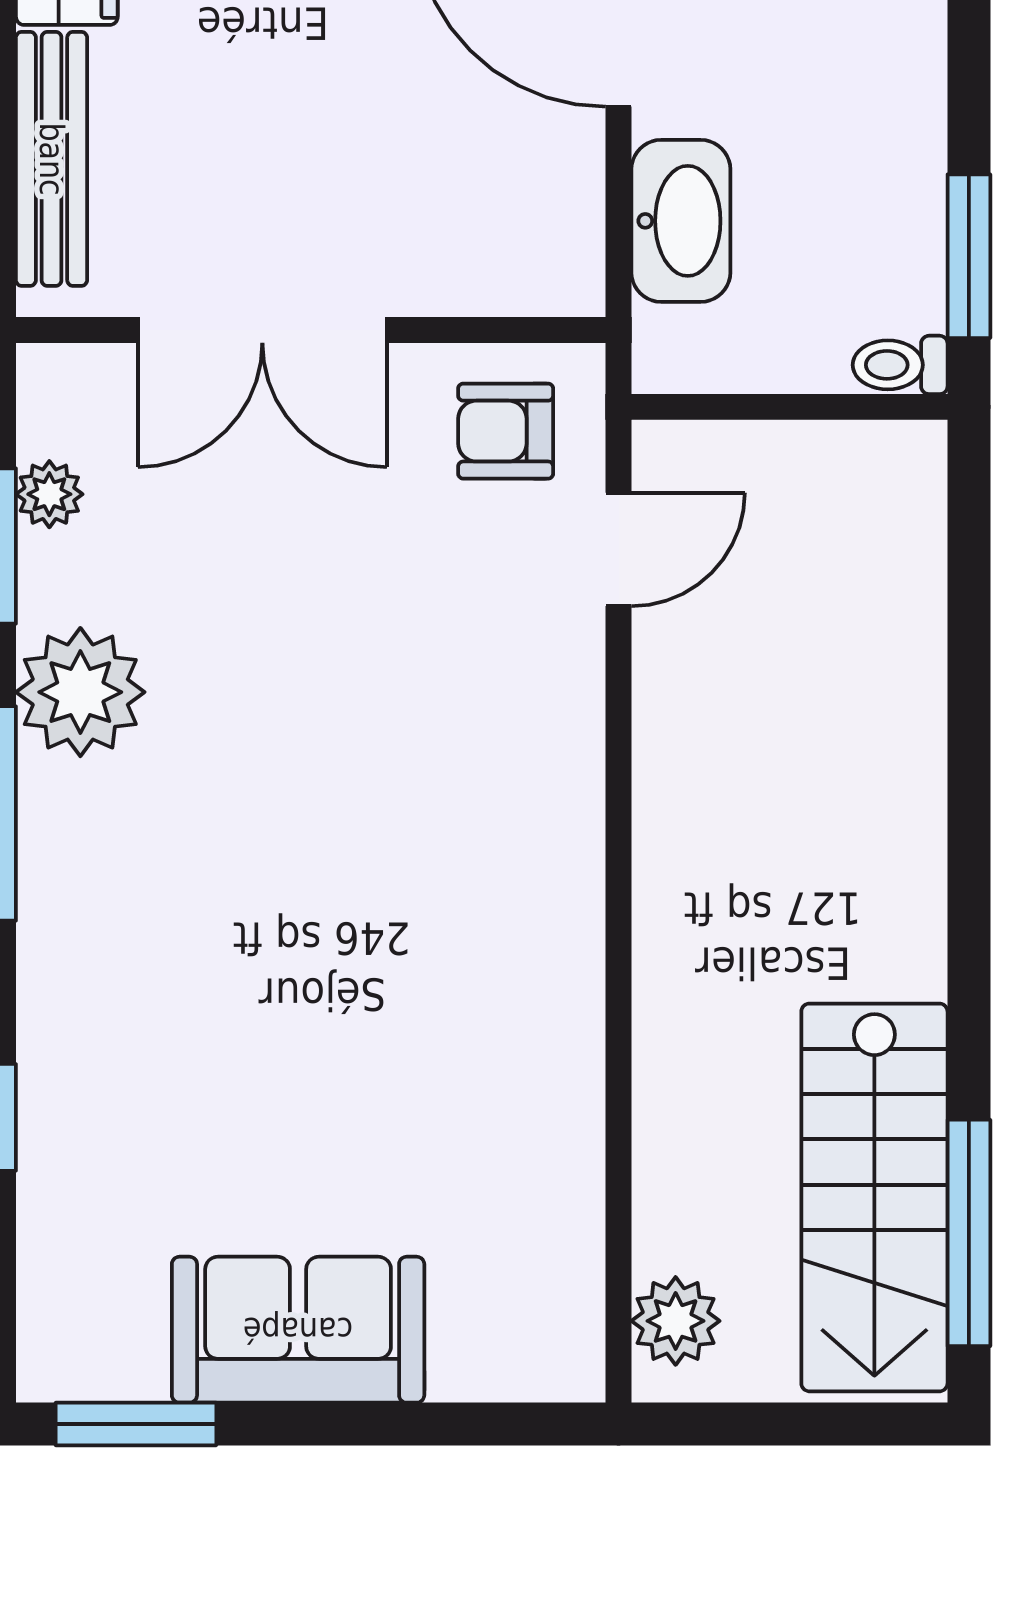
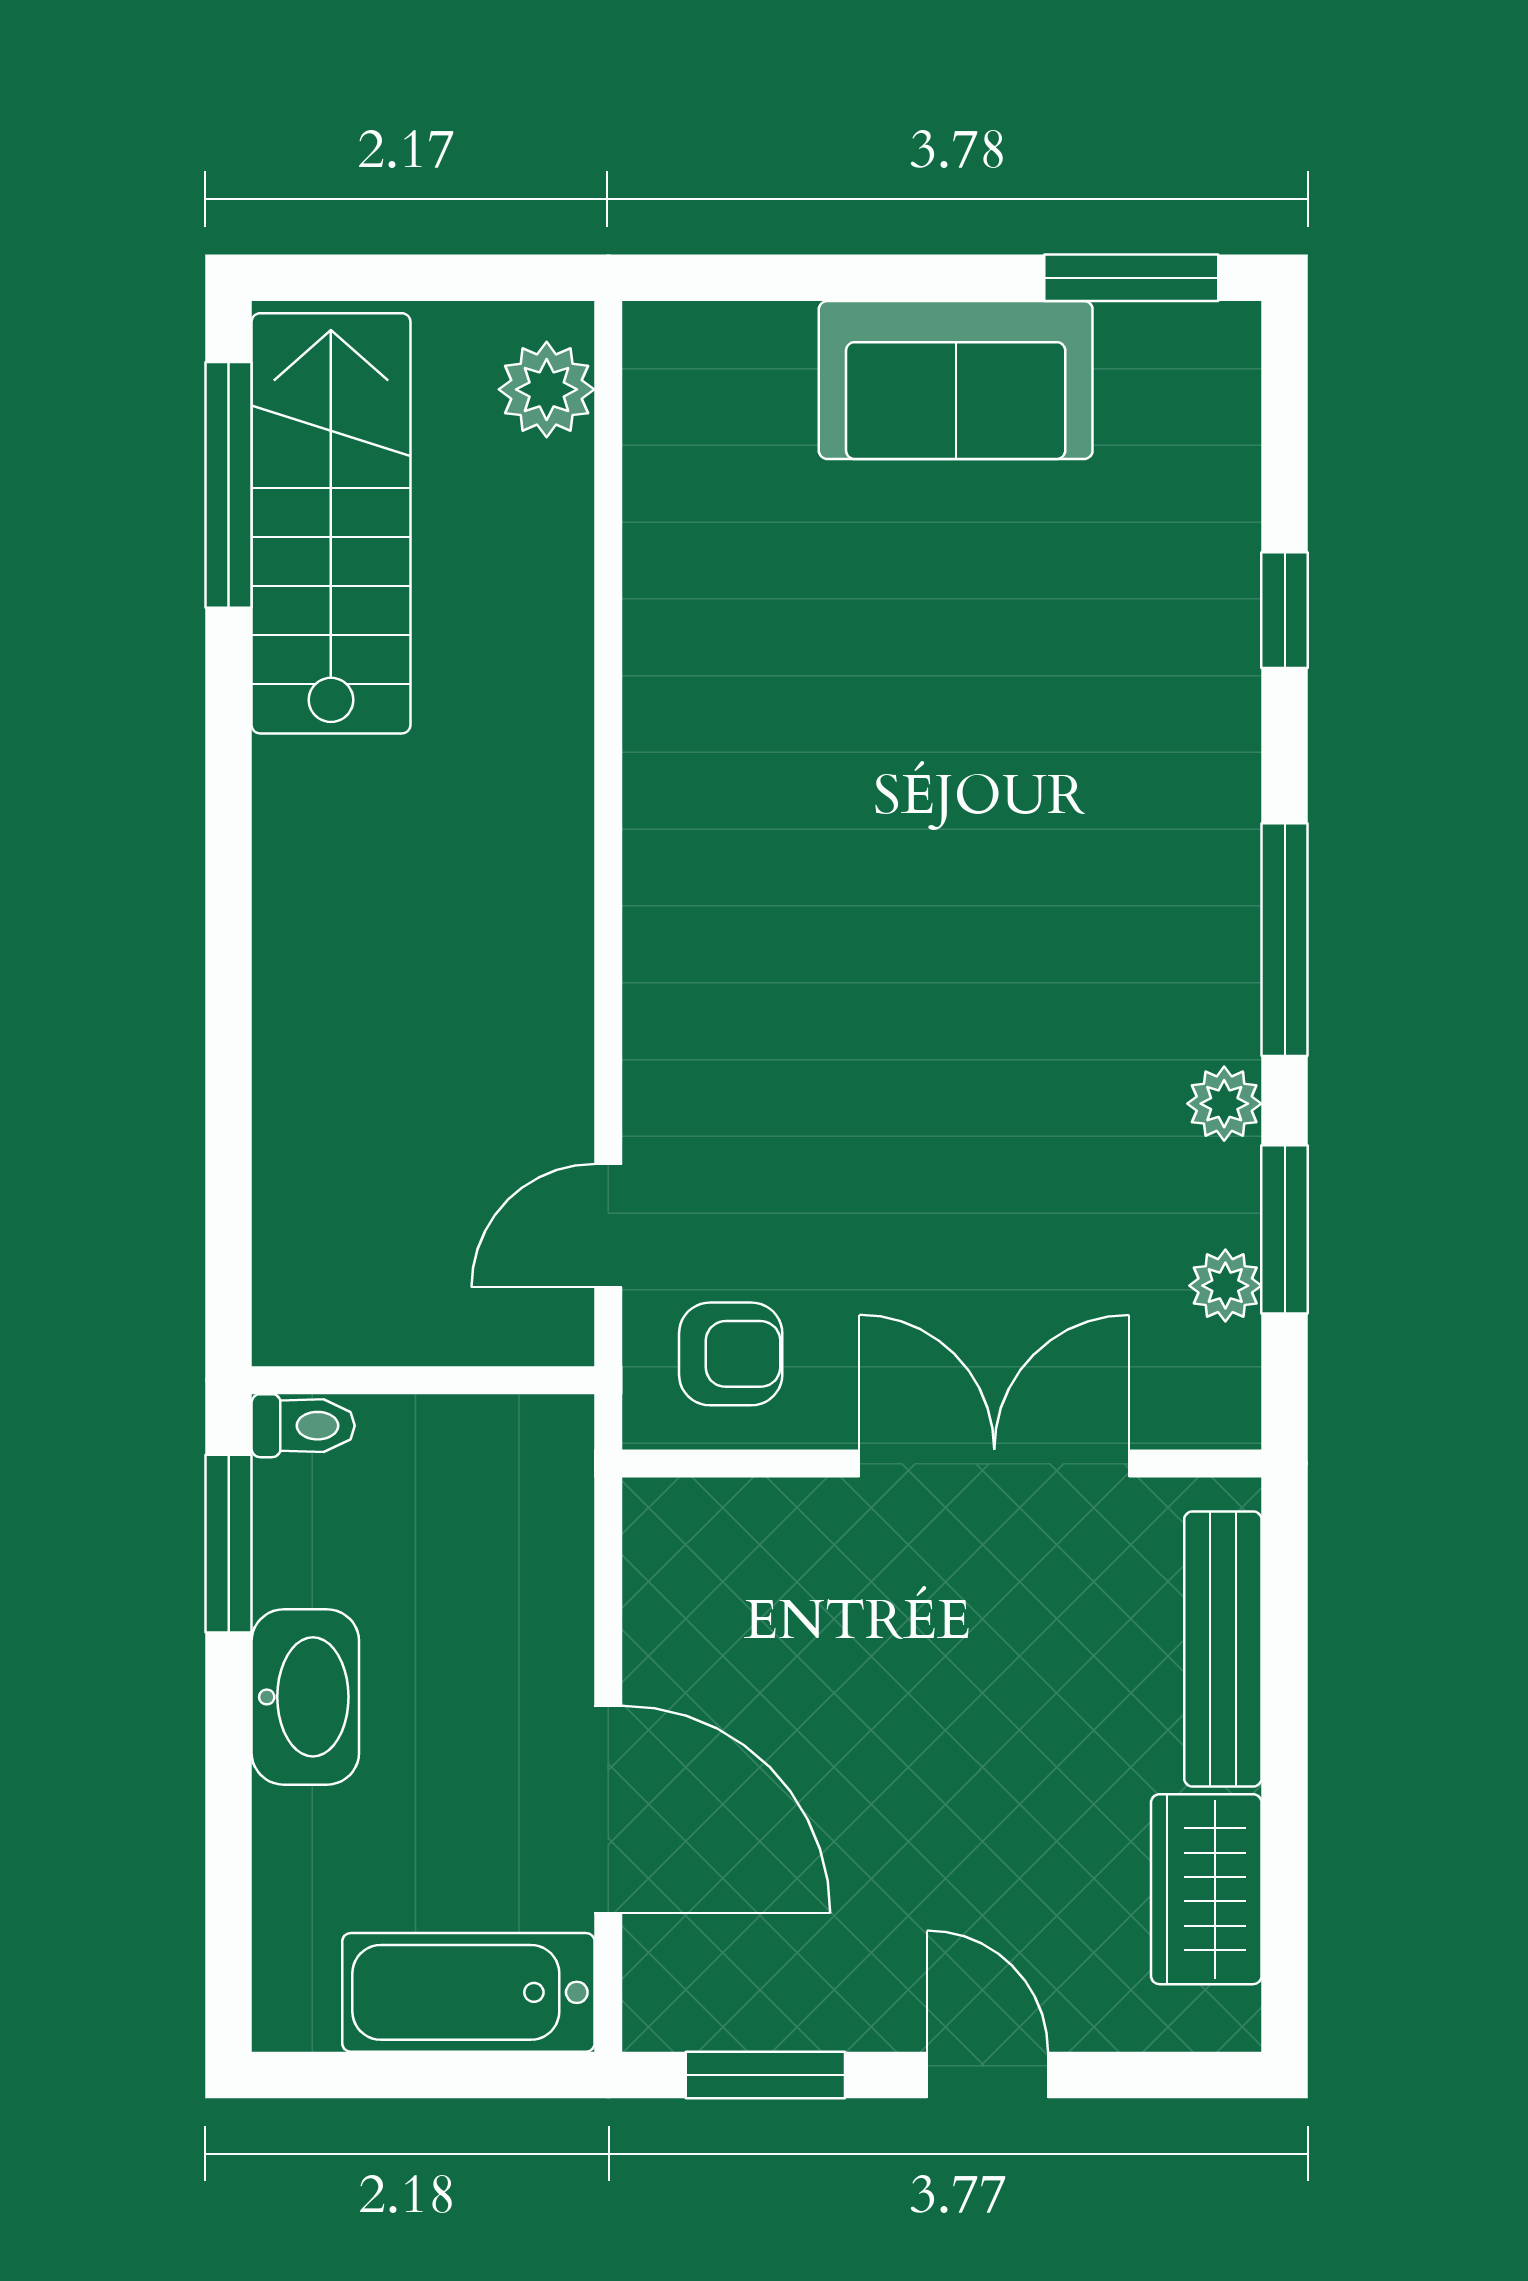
washbasin: (681, 221) -> (305, 1697), moved, turned 180
plant: (80, 692) -> (1224, 1104), width x0.53, depth x0.53

